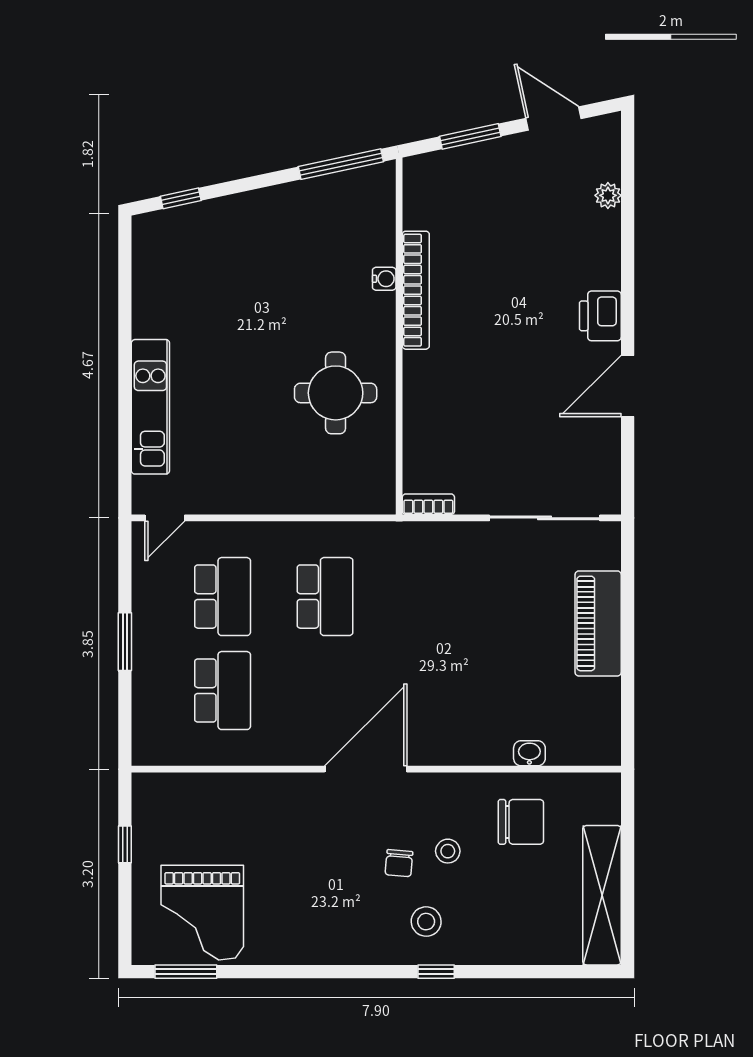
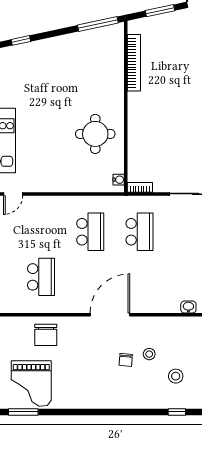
water cooler: (384, 279) -> (119, 180), moved
bookcase: (416, 290) -> (134, 63), moved
school desk: (223, 597) -> (139, 232), moved
chair: (521, 822) -> (46, 335), moved, turned 90
stool: (426, 922) -> (176, 376), moved
window: (436, 972) -> (177, 412), moved

